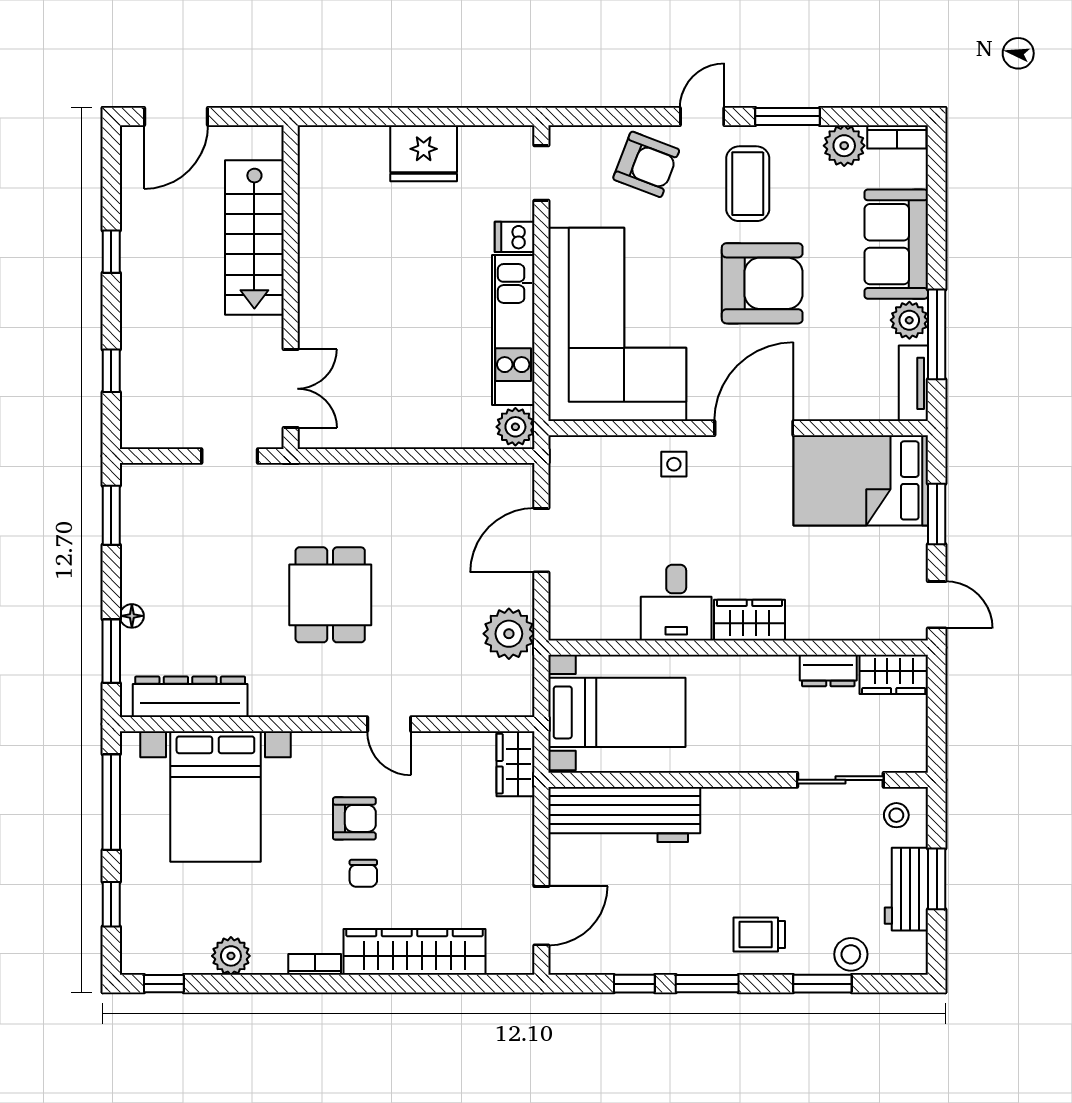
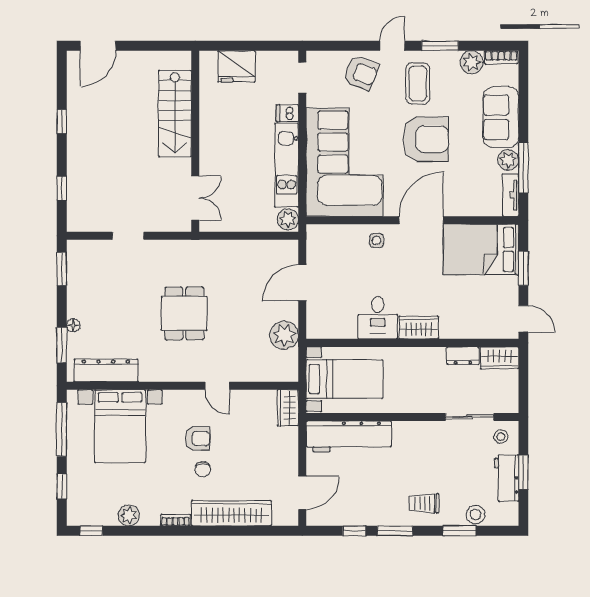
stairs: (254, 237) -> (175, 114), moved
wall: (291, 287) -> (195, 141), moved
double door: (291, 389) -> (195, 198), moved

